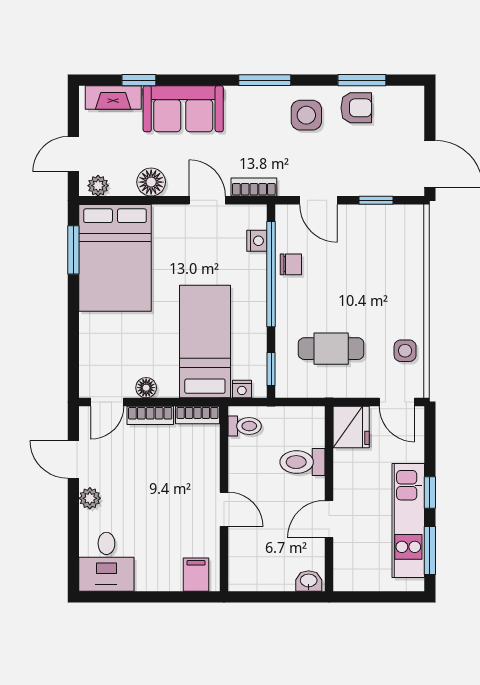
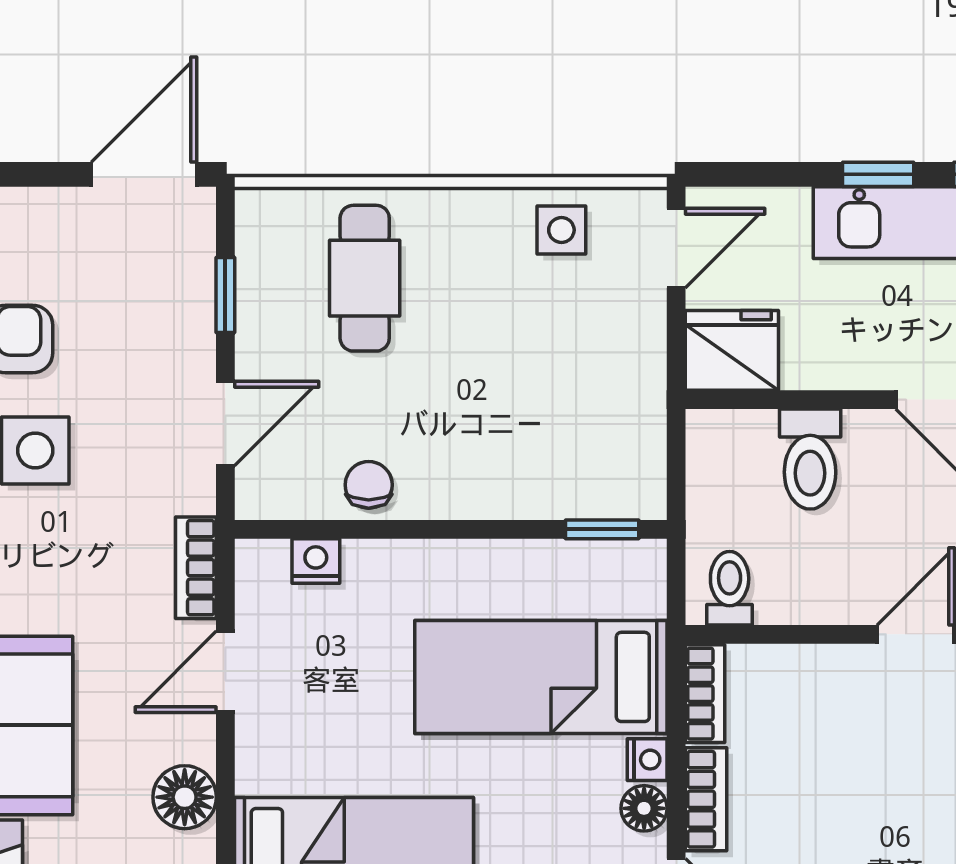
window: (271, 274) -> (390, 529), removed
cafe table: (331, 349) -> (365, 278), moved
nightstand: (242, 389) -> (647, 760), moved

